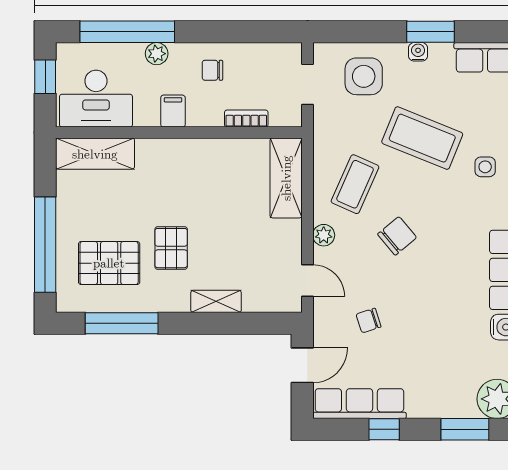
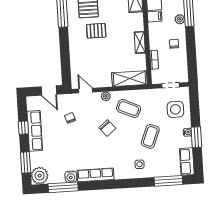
filing cabinet: (173, 111) -> (155, 16), moved
coffee table: (422, 138) -> (150, 136), width x0.73, depth x0.76
door: (307, 281) -> (86, 91), swing flipped
shelving: (216, 301) -> (140, 42), moved
row of seats: (359, 404) -> (35, 131), moved

